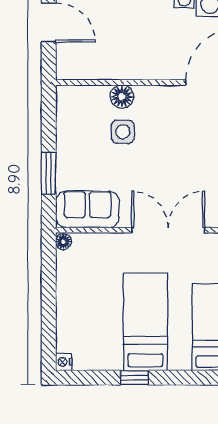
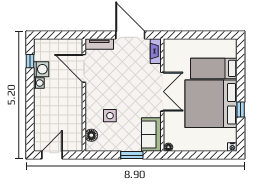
floor lamp: (122, 97) -> (91, 135), moved
double door: (168, 230) -> (162, 92), swing flipped
bed: (145, 322) -> (211, 104), width x2.04

